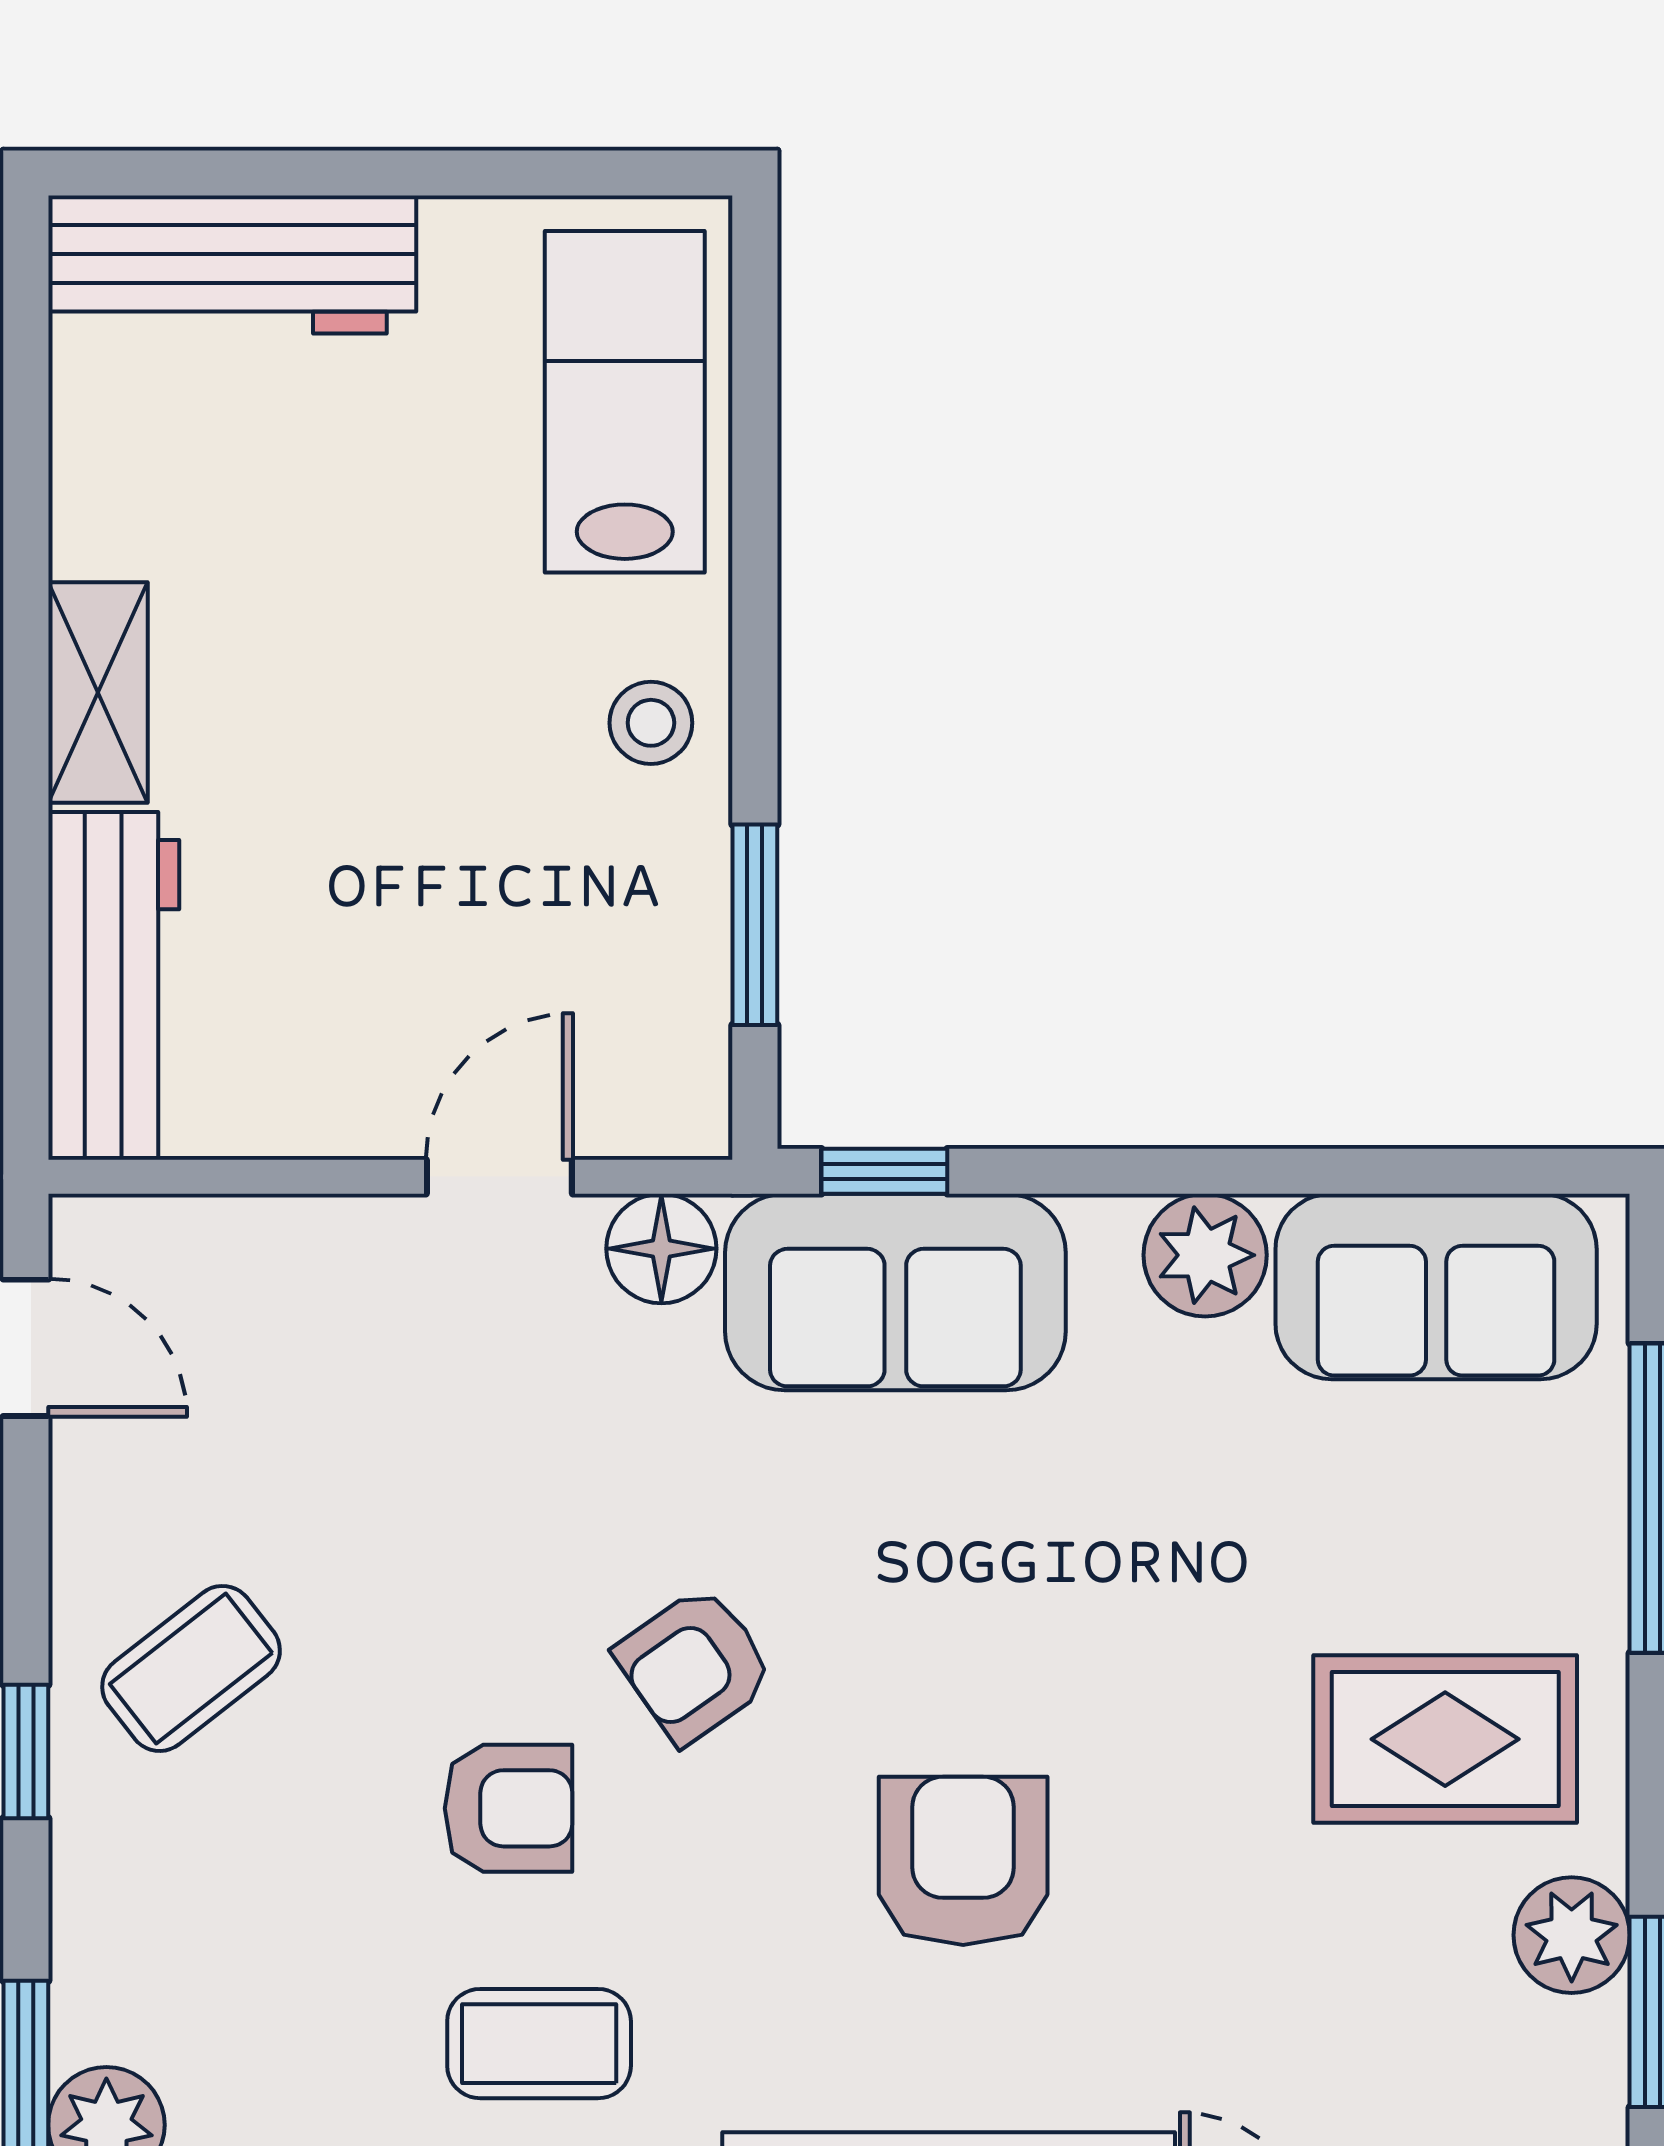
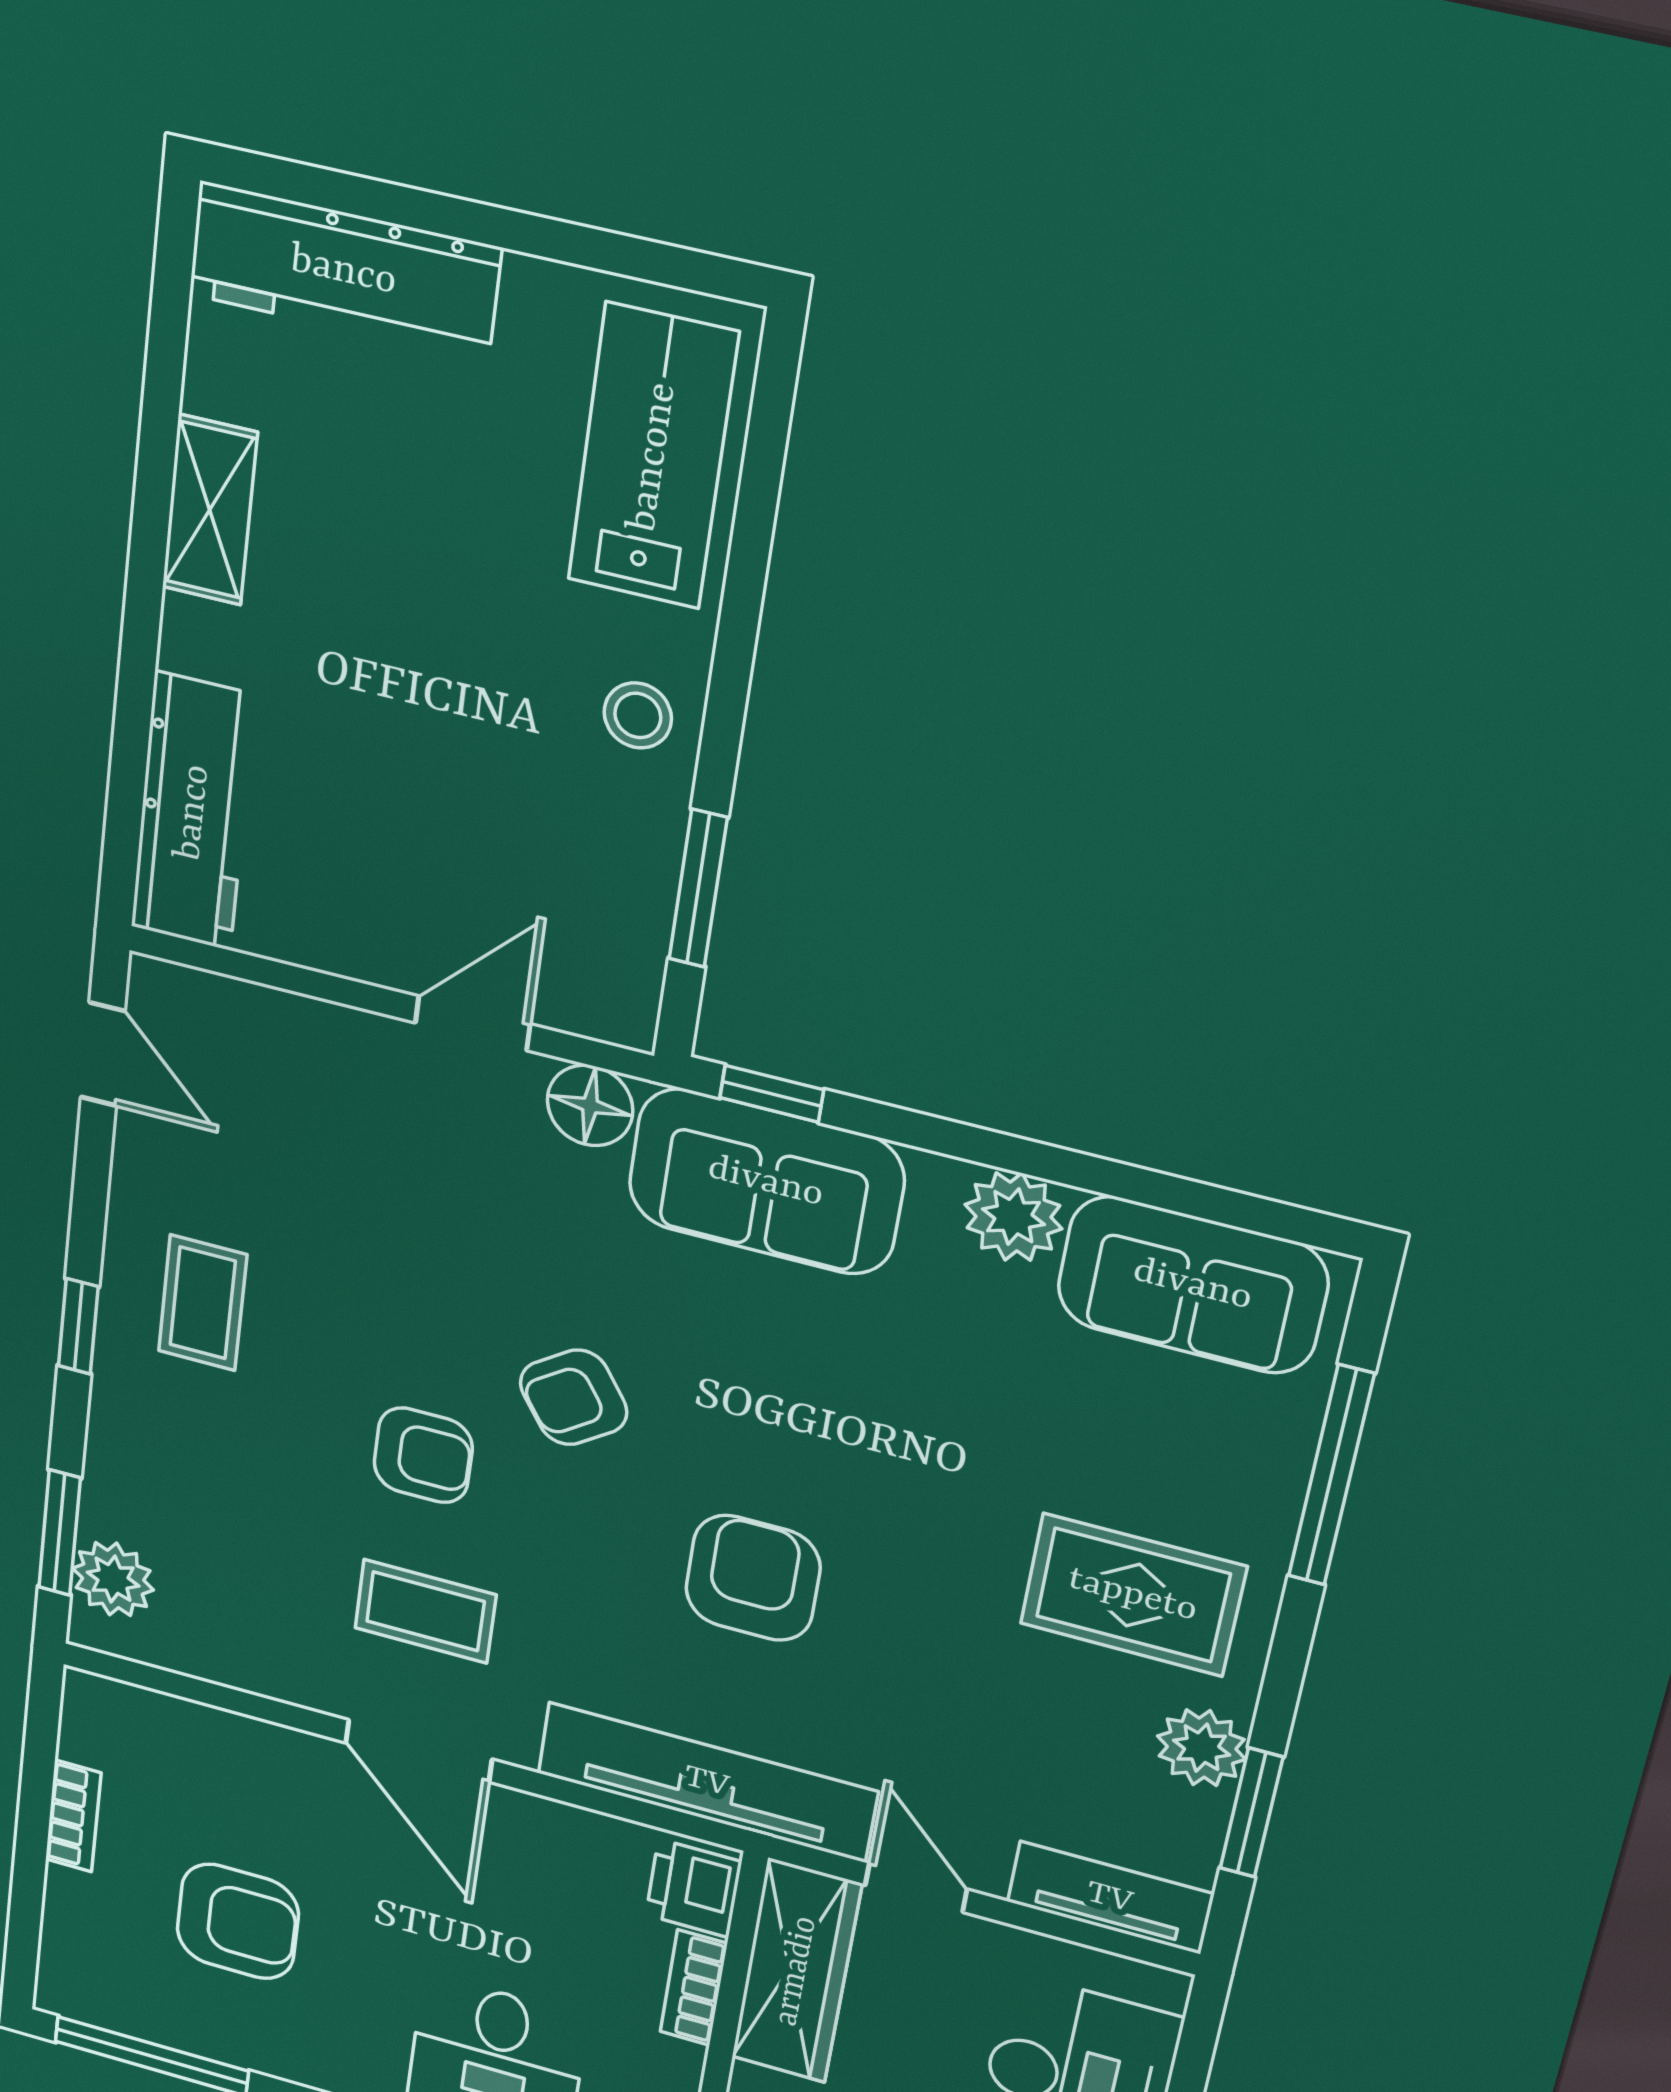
shelving: (98, 693) -> (210, 510), moved
coffee table: (191, 1668) -> (203, 1303), turned -52

